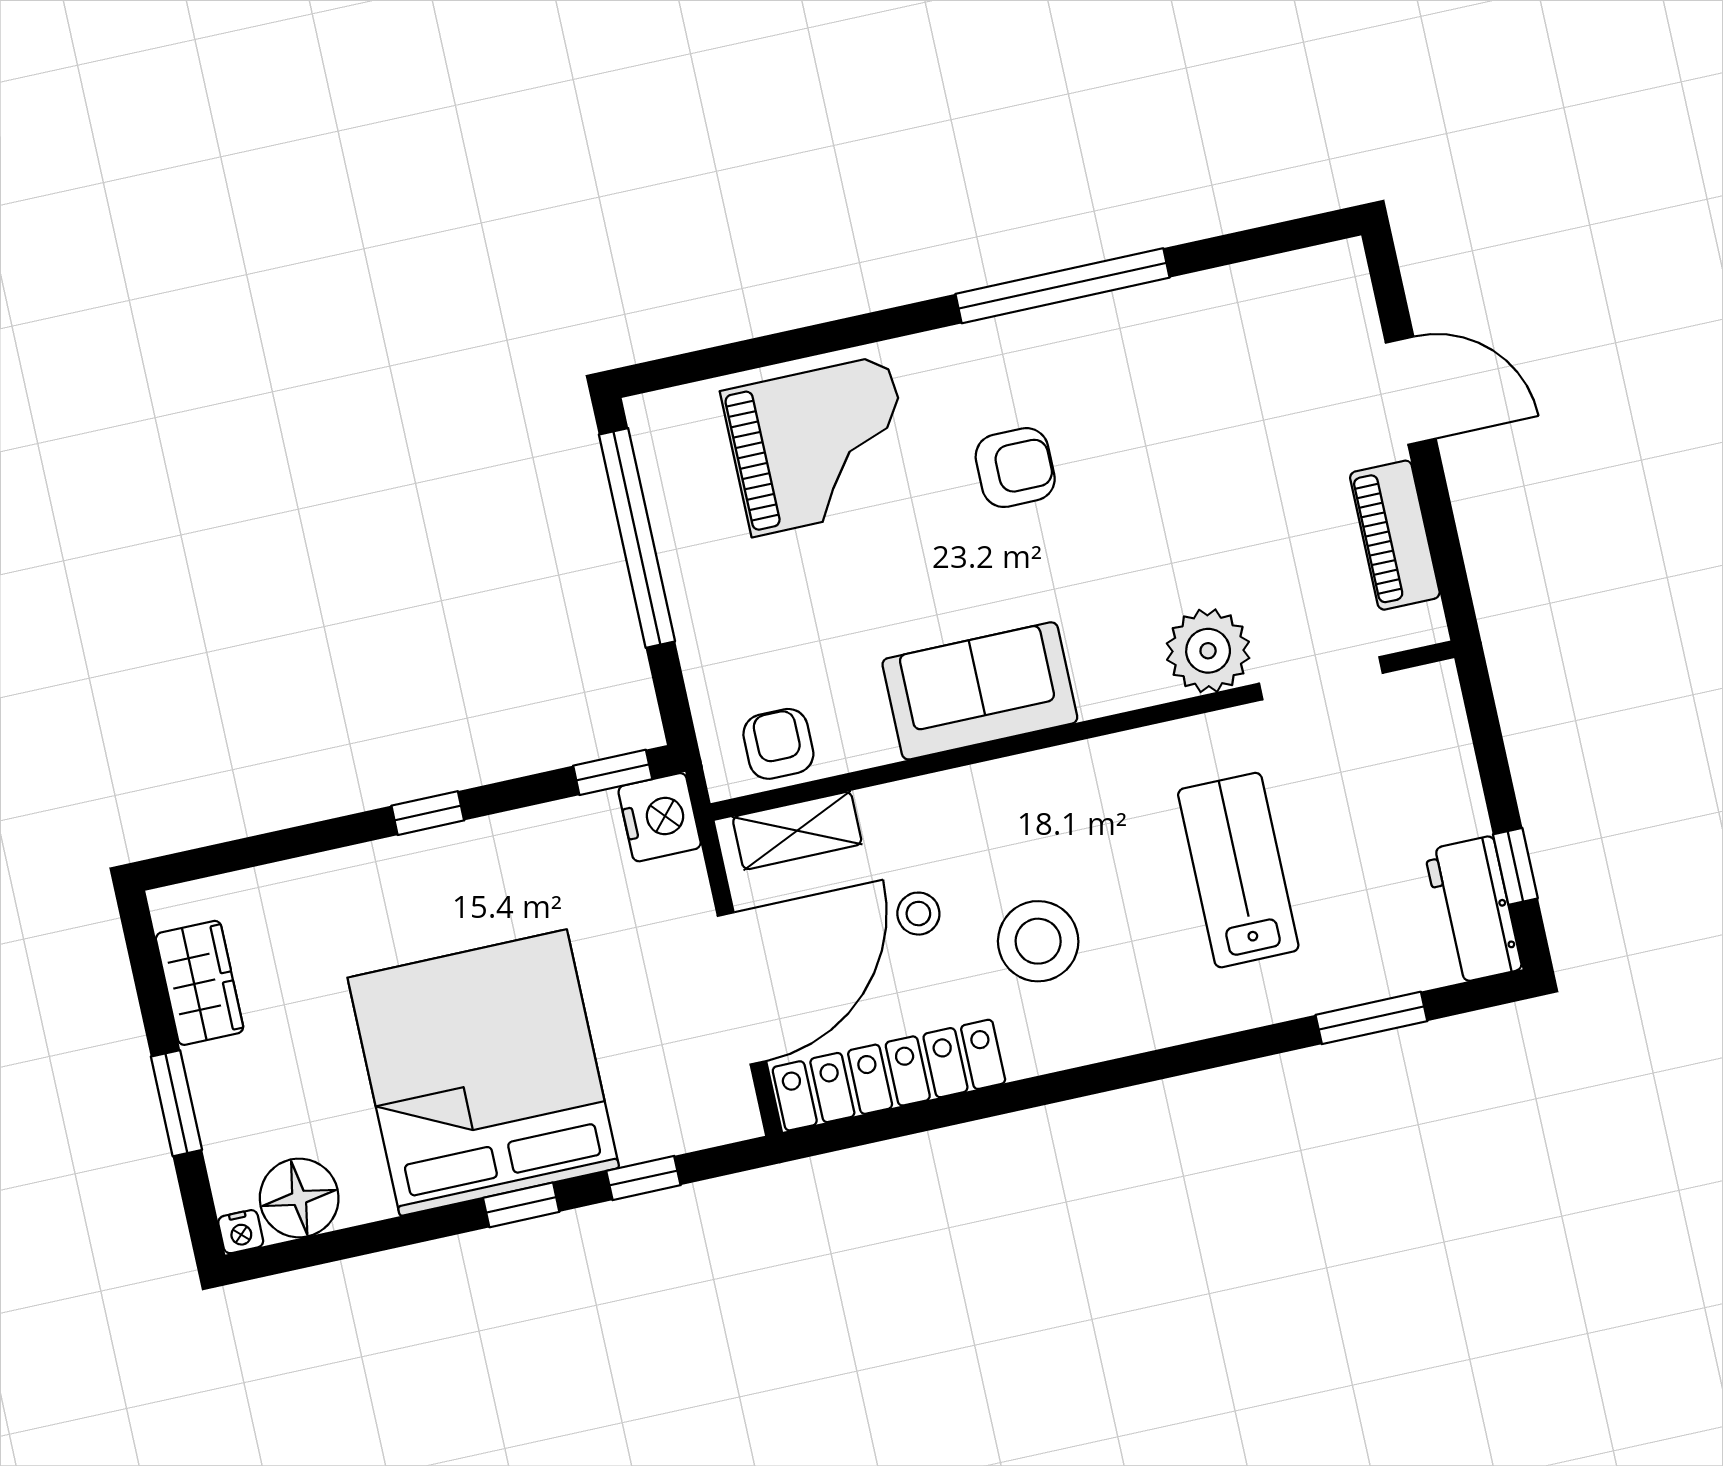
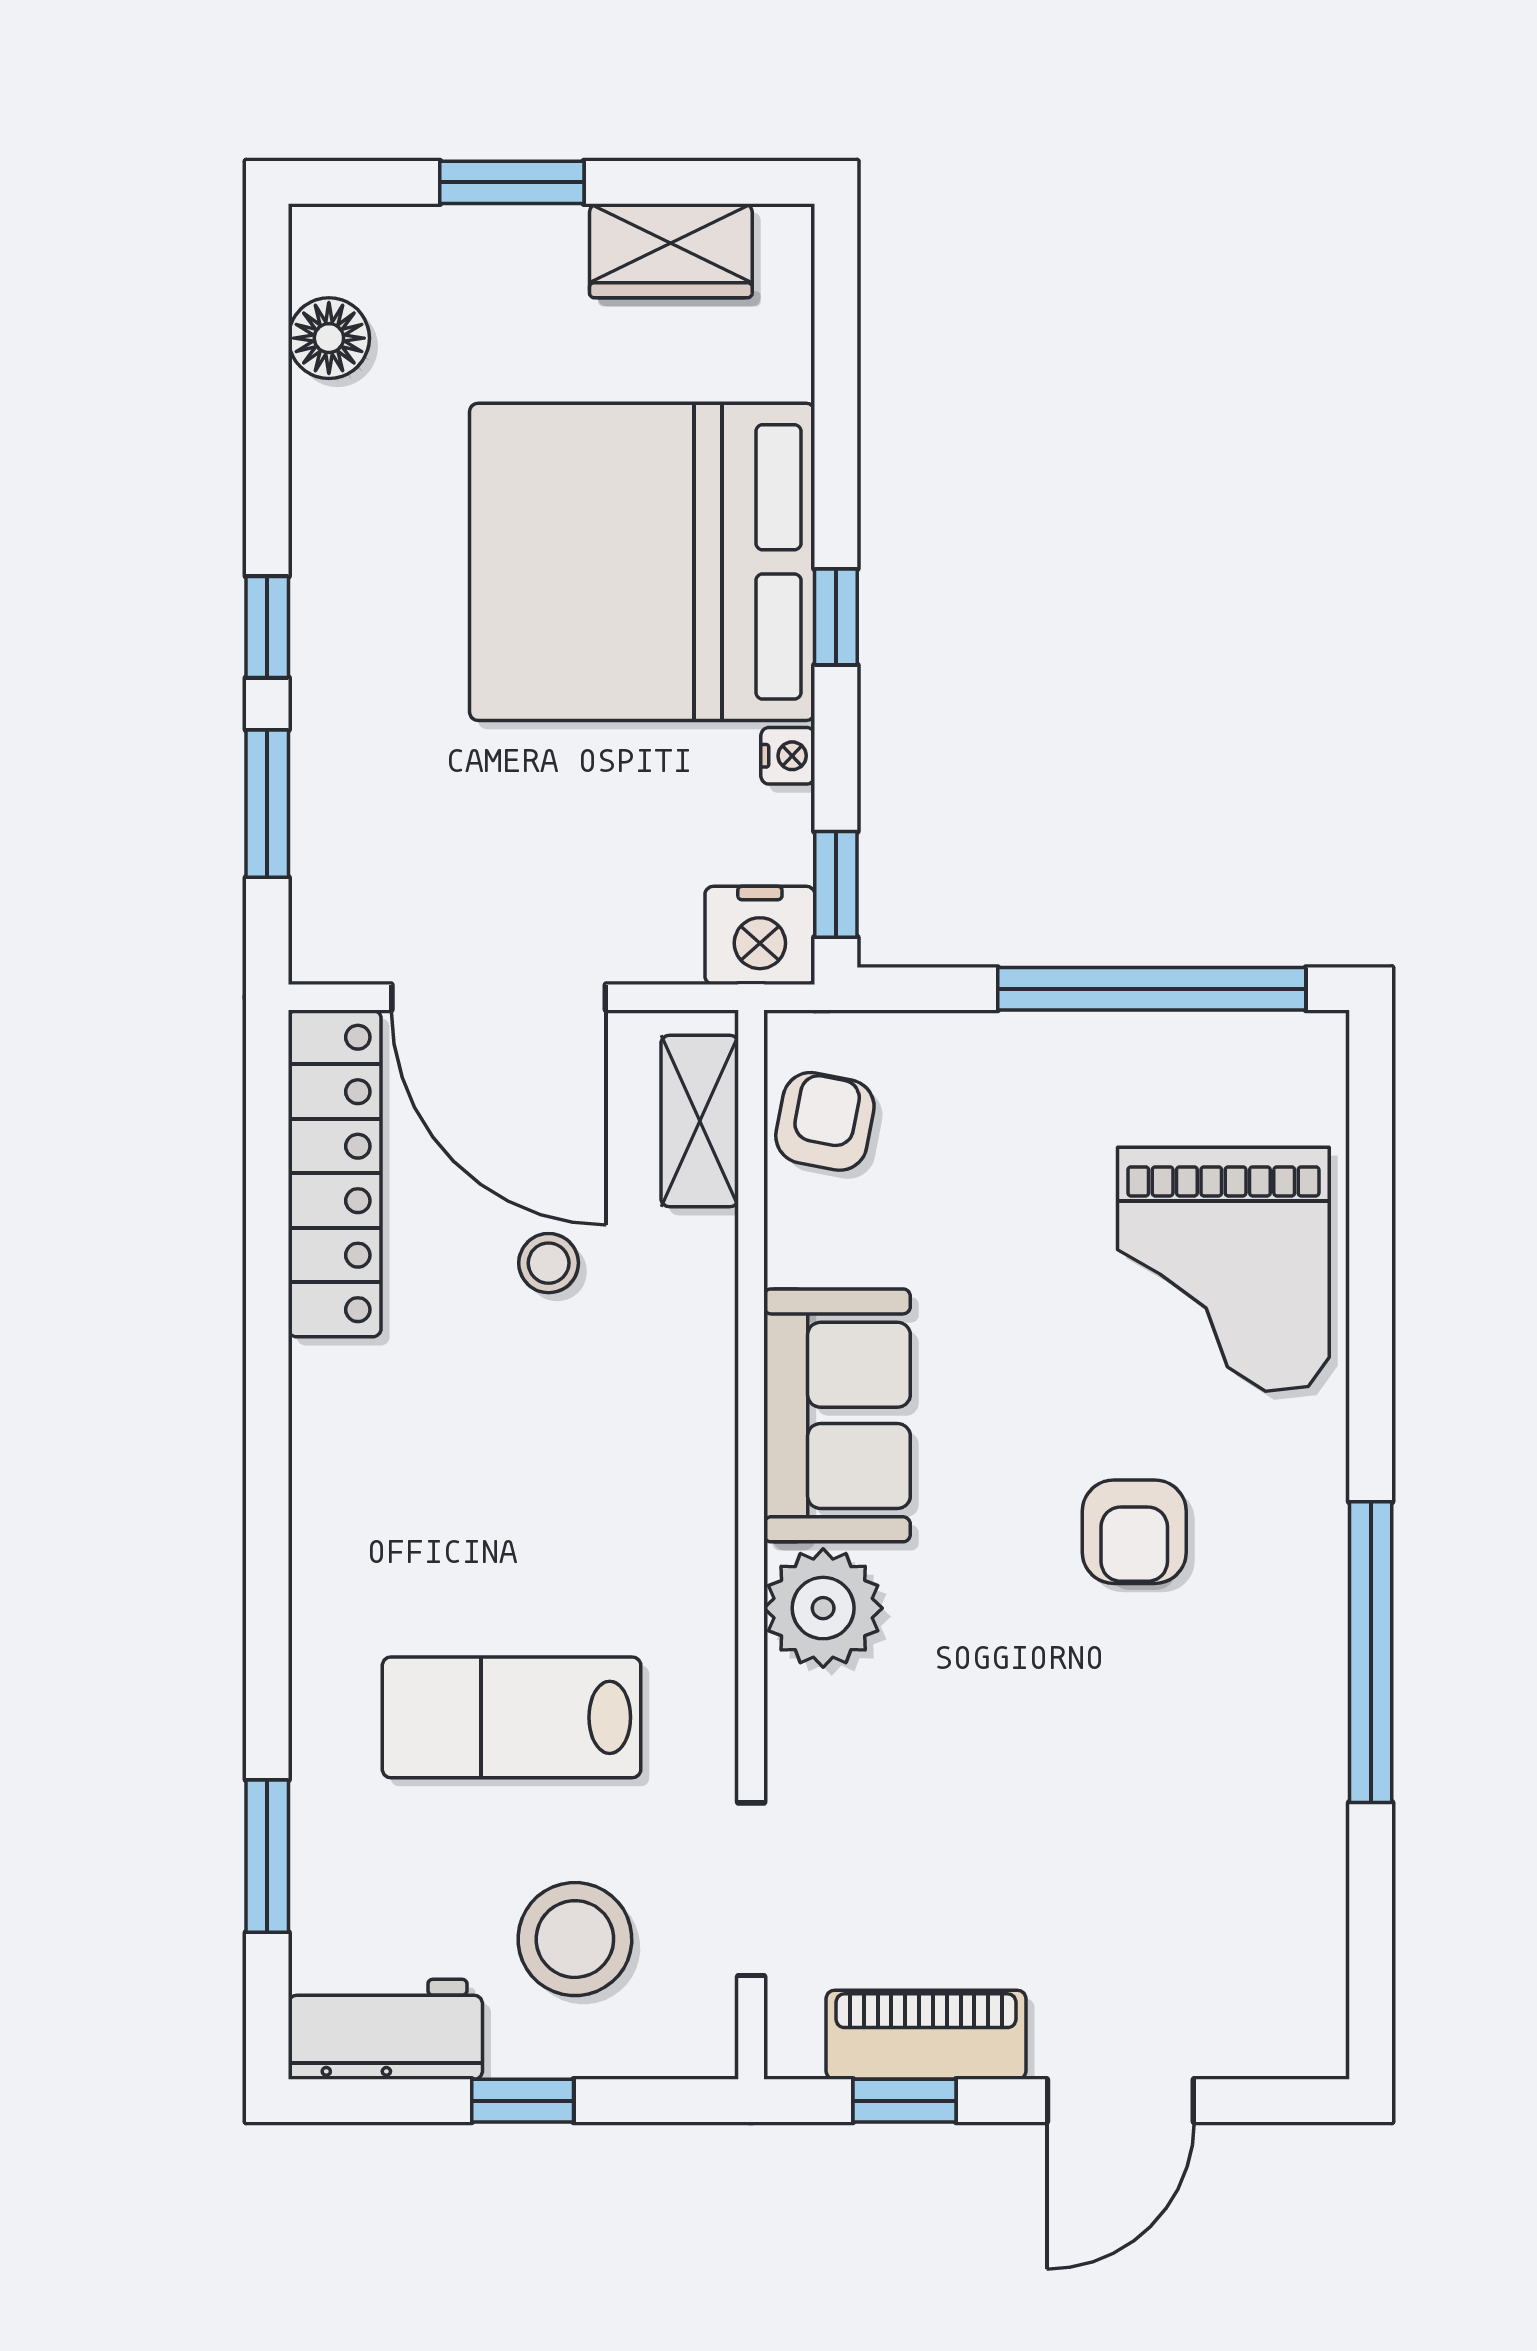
window: (1444, 540) -> (904, 2101), added
plant: (1208, 651) -> (823, 1608), moved
armchair: (778, 744) -> (825, 1121), turned -79
window: (1515, 866) -> (523, 2101), moved
lab bench: (1238, 870) -> (512, 1717), turned 180
stool: (1038, 941) -> (575, 1939), moved
bed: (483, 1073) -> (642, 562), moved, turned 180
window: (643, 1178) -> (267, 804), width x1.50
floor lamp: (299, 1198) -> (329, 338), width x0.73, depth x0.73
nightstand: (241, 1232) -> (788, 756), moved, turned 180

